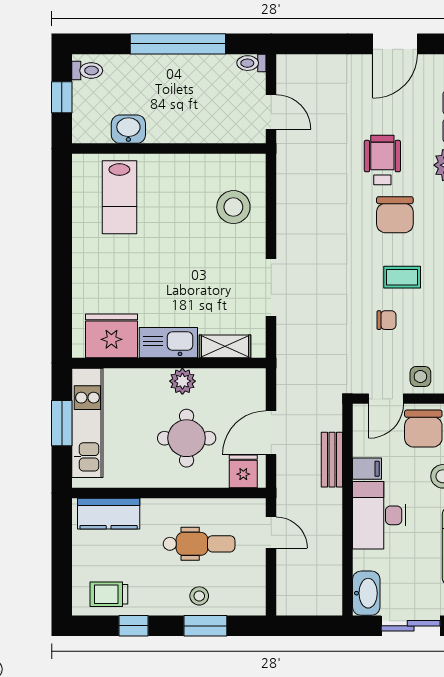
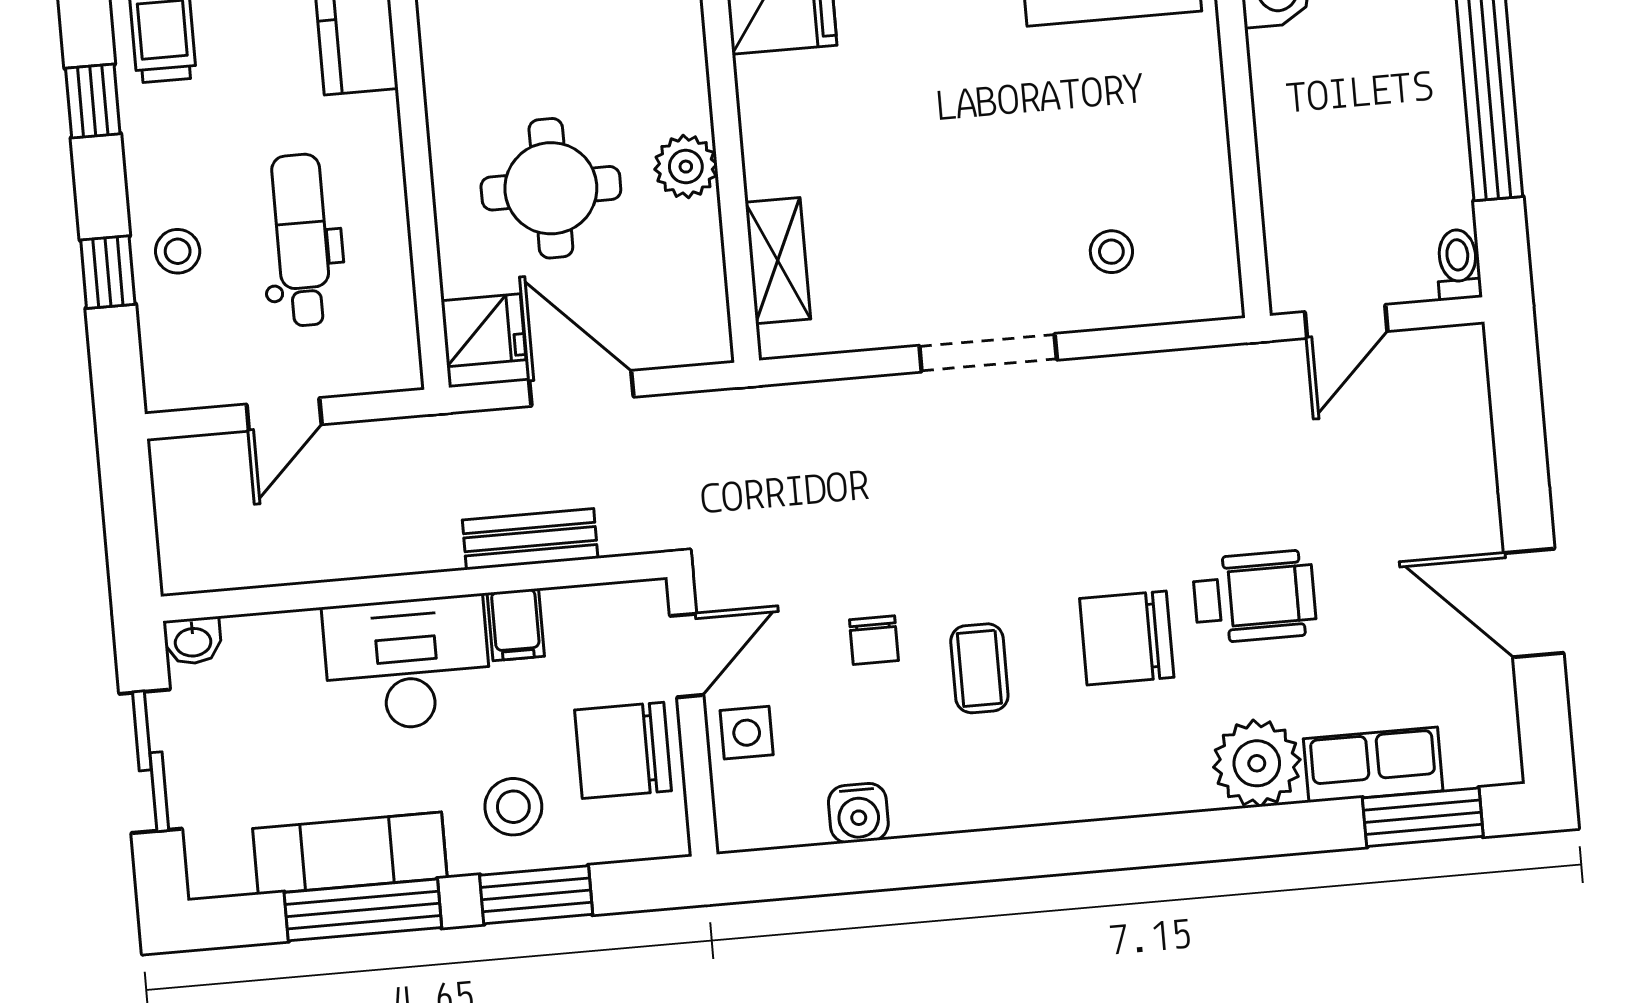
stool: (233, 207) -> (1111, 252), width x0.53, depth x0.53
doorway: (271, 288) -> (988, 353), moved
kitchen sink: (168, 343) -> (775, 125), removed
door: (386, 399) -> (687, 655), swing flipped
door: (271, 533) -> (284, 414), moved
dental chair: (199, 544) -> (302, 240), turned 180
washbasin: (366, 593) -> (193, 641), width x0.52, depth x0.69
window: (205, 626) -> (108, 272), width x0.67

